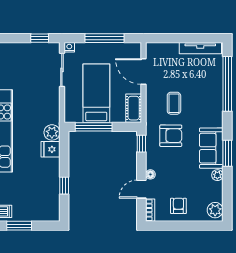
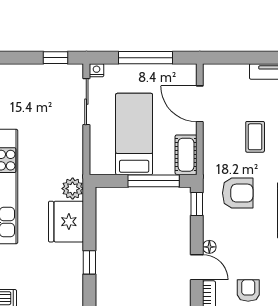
coffee table: (174, 103) -> (255, 137), moved
window: (94, 127) -> (154, 181), moved
fridge: (50, 149) -> (66, 222), width x1.88, depth x1.34
door: (141, 189) -> (197, 267), swing flipped

